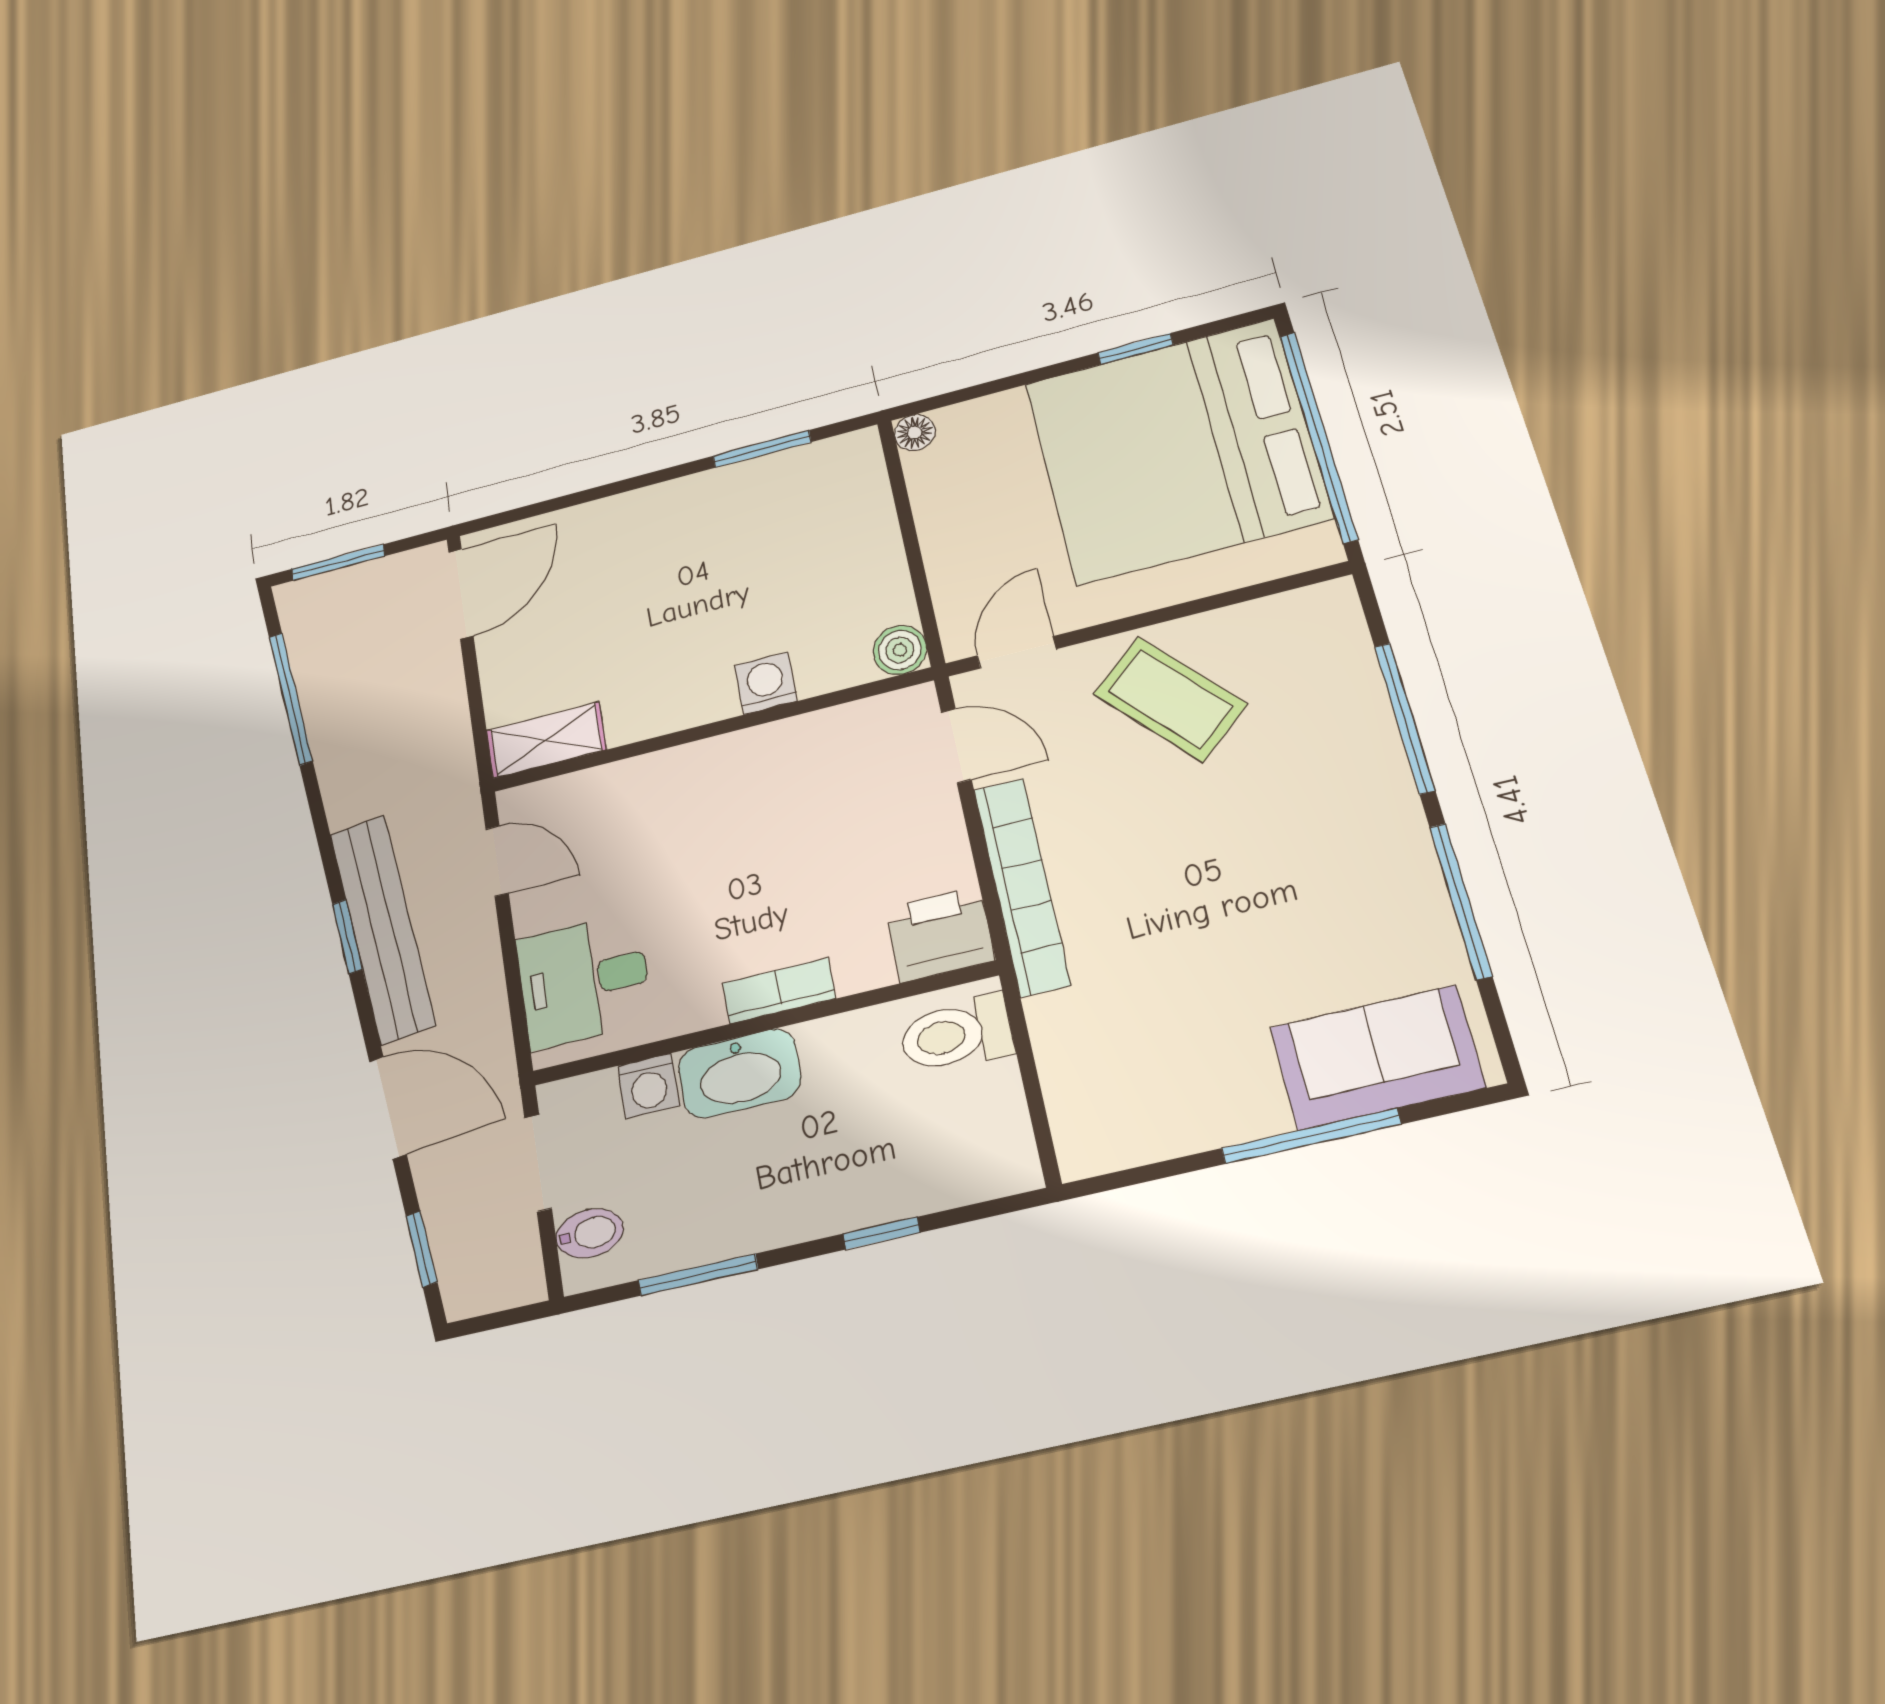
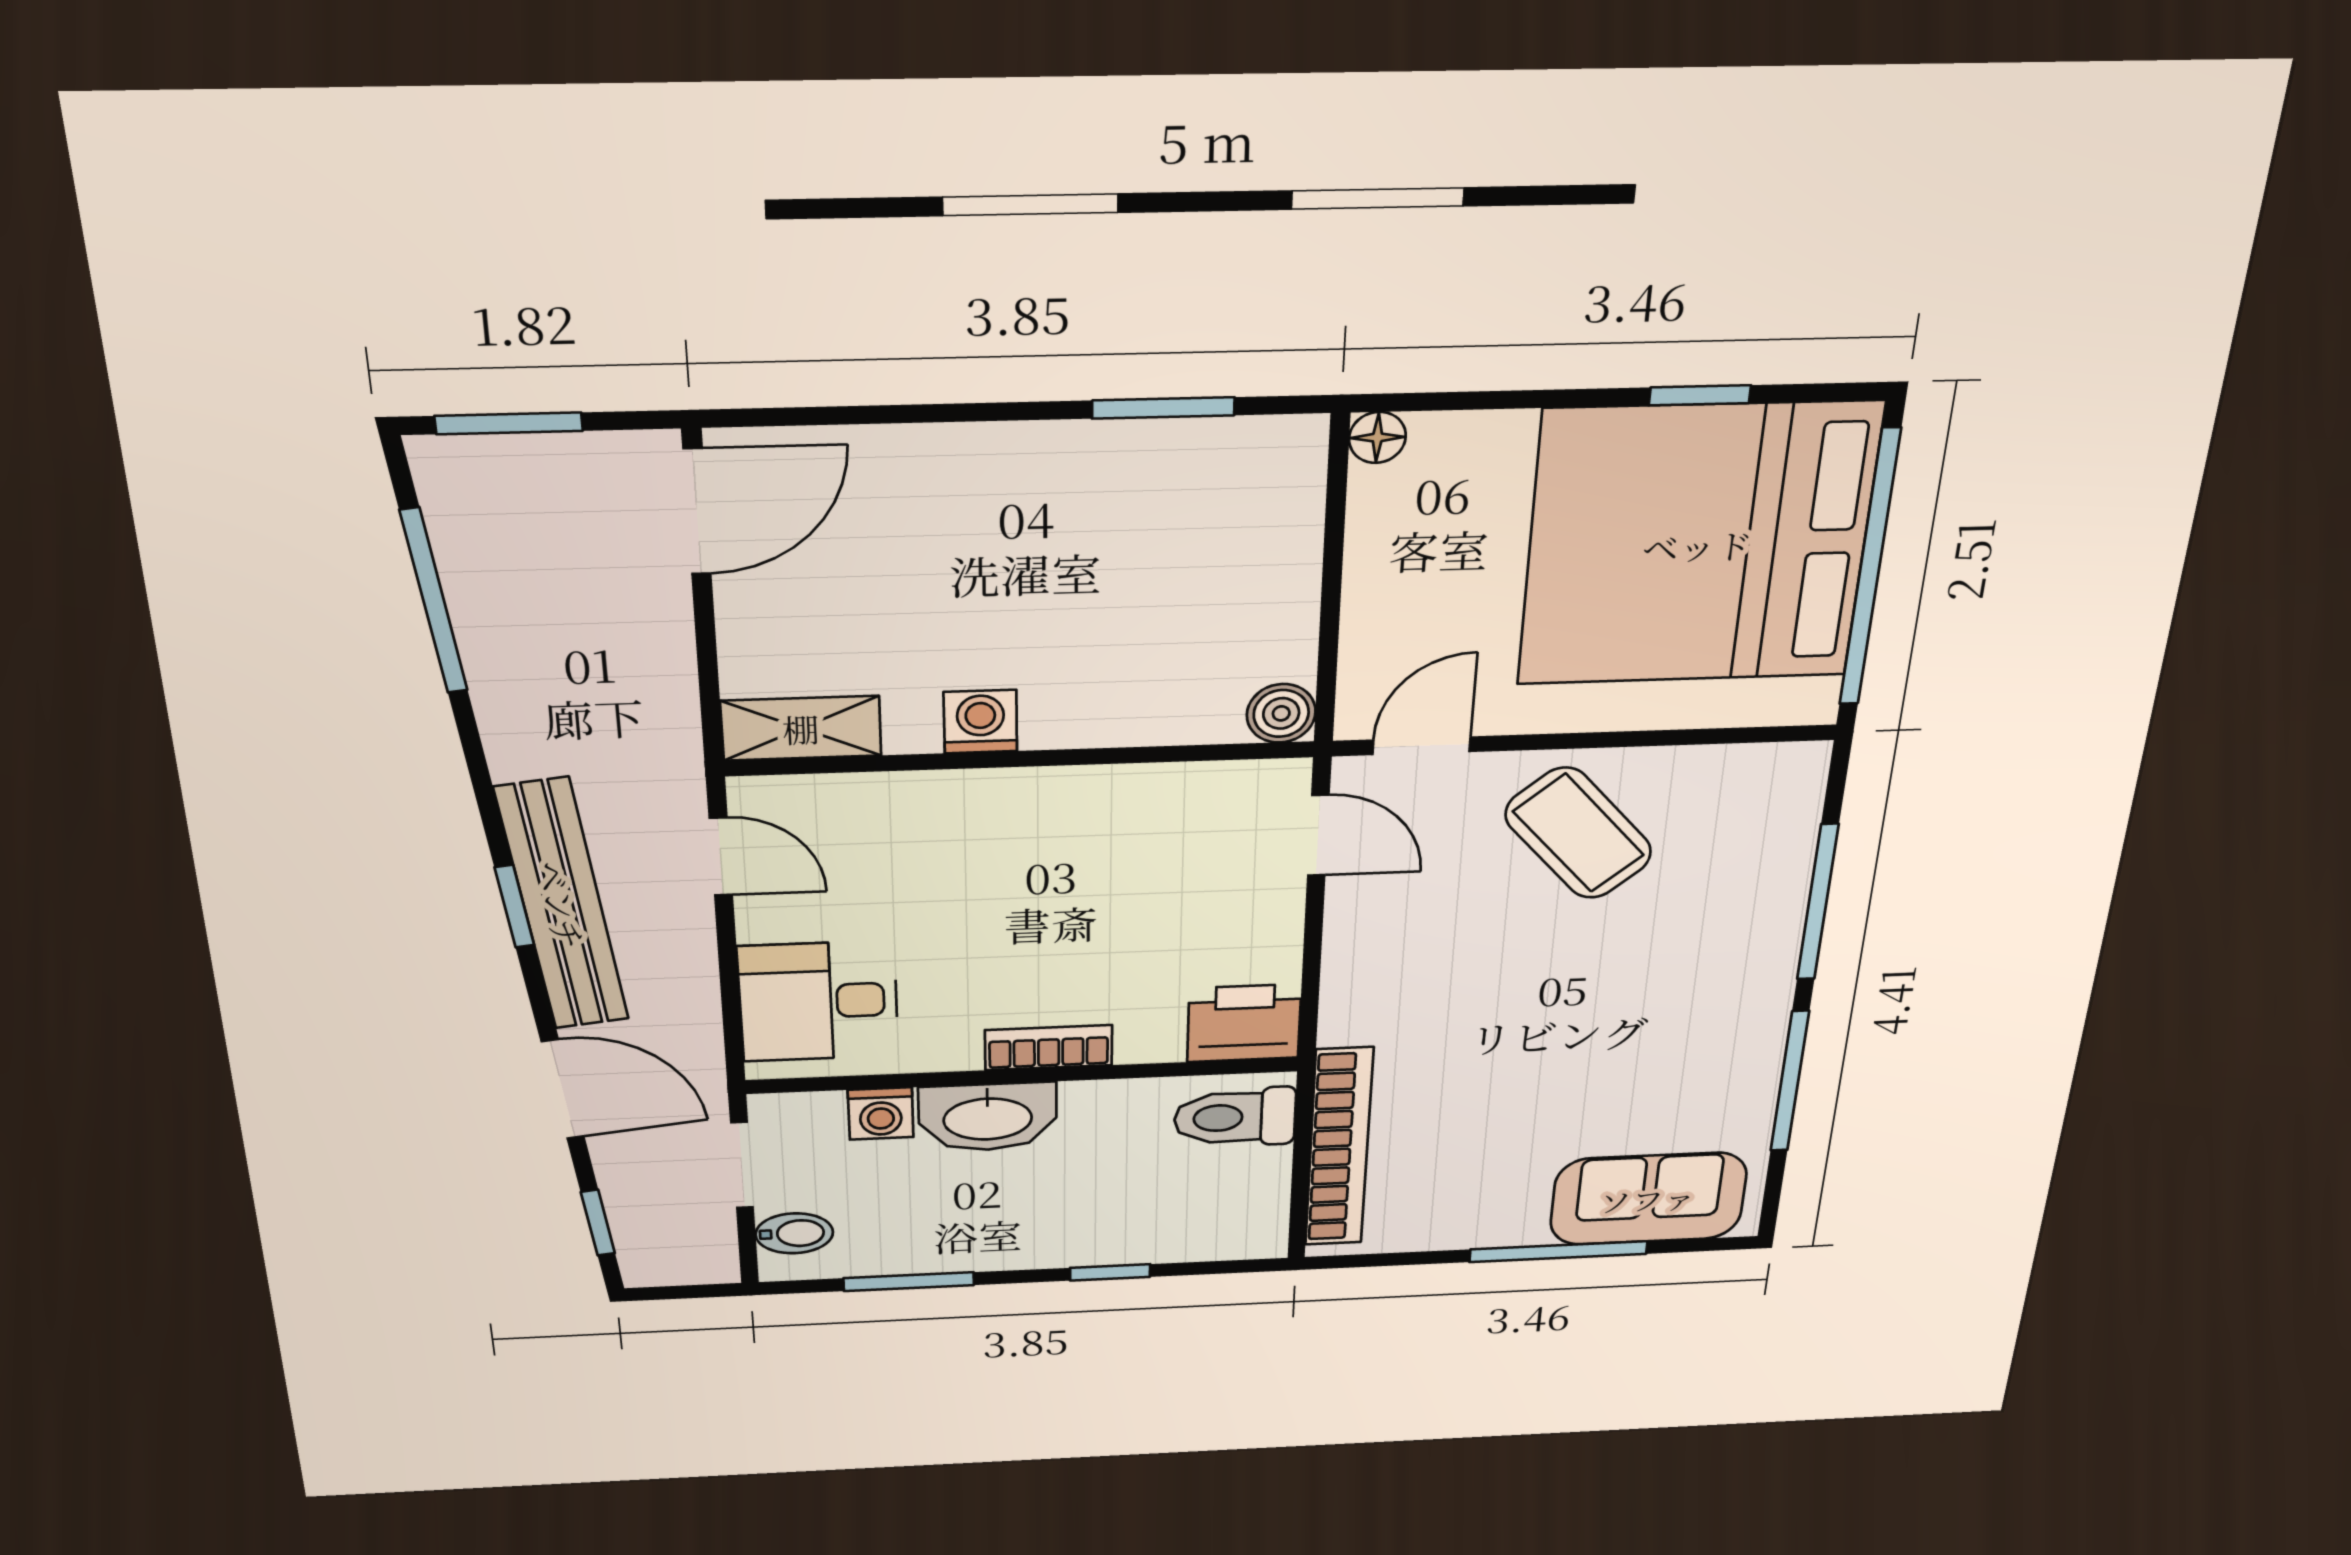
washing machine: (766, 683) -> (980, 722), moved
bookcase: (1022, 886) -> (1339, 1148), moved

